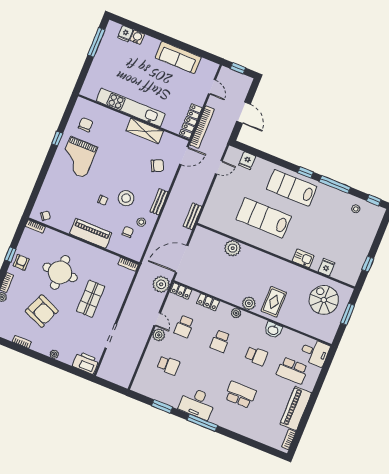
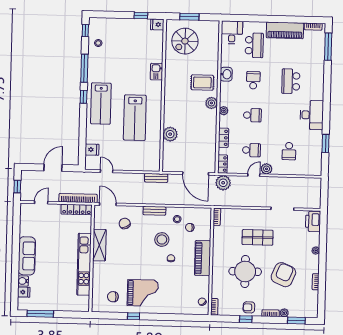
sofa: (178, 57) -> (27, 256), moved
fridge: (326, 267) -> (157, 24), moved
school desk: (168, 365) -> (289, 151), turned 180
window: (202, 423) -> (328, 47), moved

